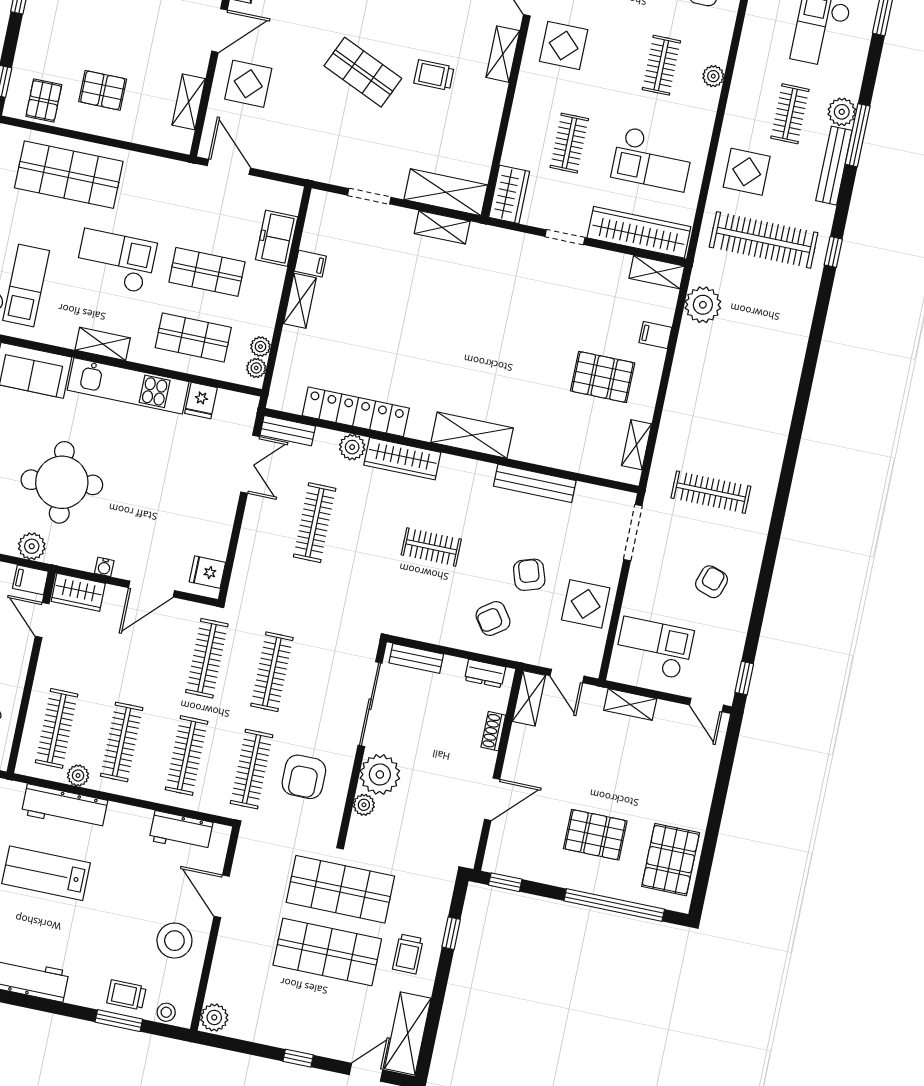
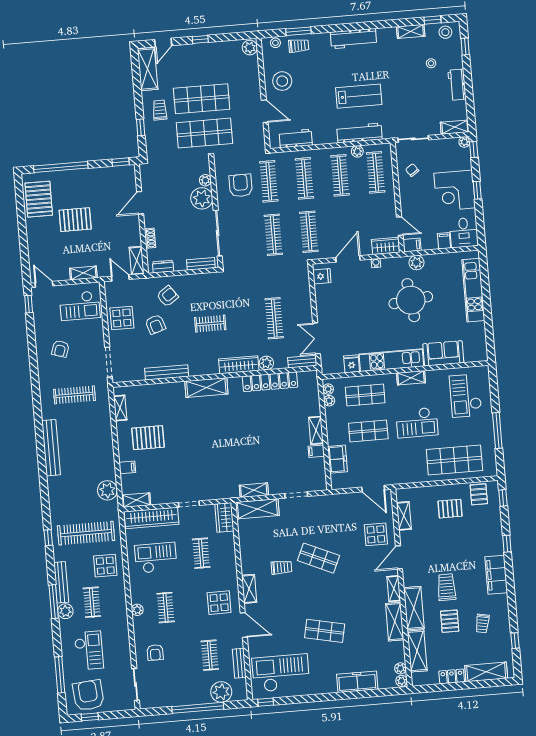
bench: (780, 410) -> (51, 448), added
pallet: (595, 835) -> (75, 220), moved

